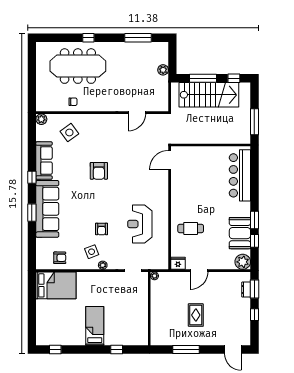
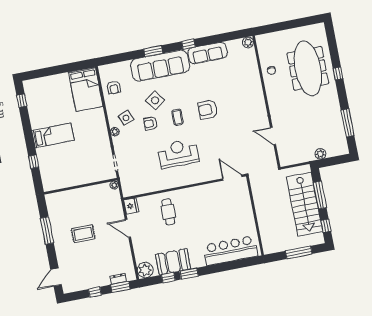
window: (254, 122) -> (299, 252), moved
side table: (69, 132) -> (155, 100), moved
coffee table: (101, 202) -> (177, 117), added
reception desk: (140, 224) -> (178, 153), moved

